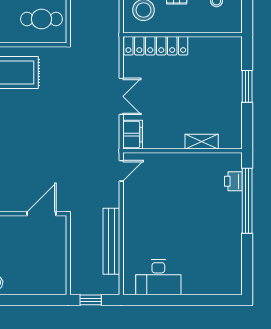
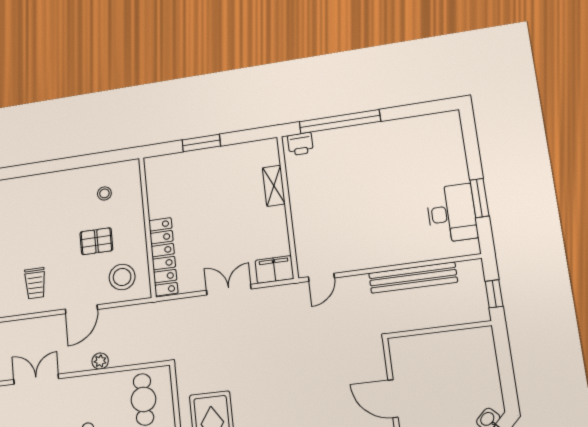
door: (121, 171) -> (321, 277), swing flipped
printer: (233, 181) -> (300, 144), moved
door: (42, 214) -> (393, 399), moved
window: (167, 300) -> (479, 198), added

